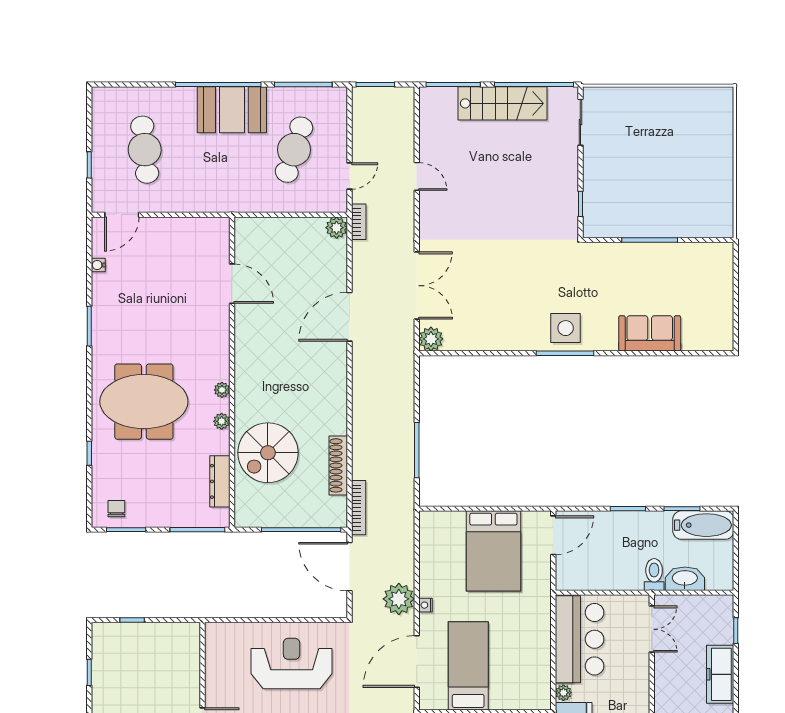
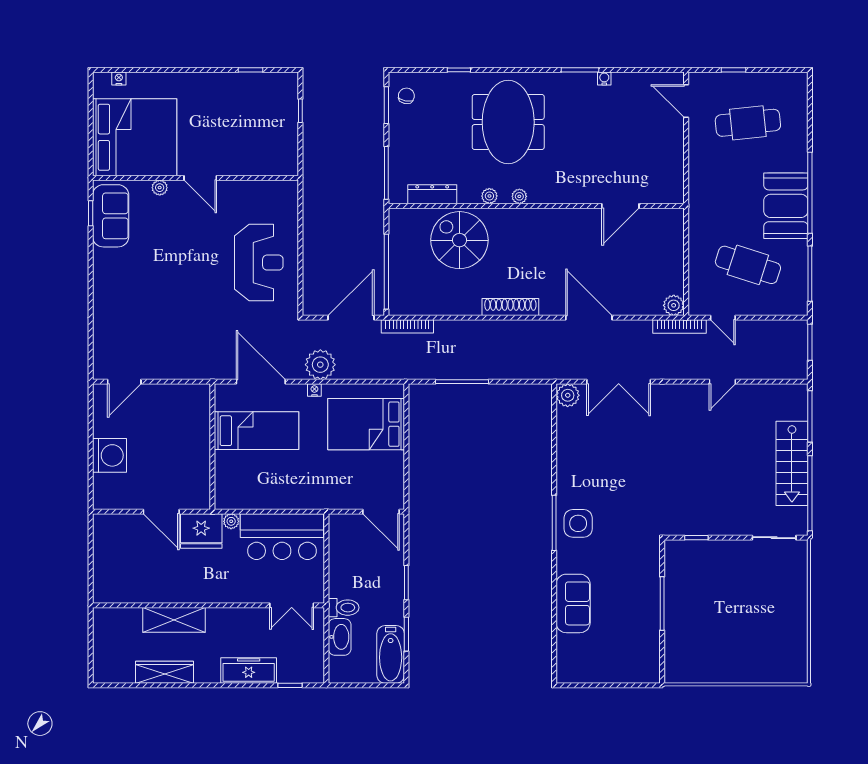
bookcase: (359, 222) -> (679, 327), width x1.56
water cooler: (98, 265) -> (604, 79), moved
shoe rack: (338, 465) -> (510, 307), moved
chair: (116, 509) -> (406, 96), turned -79
bed: (493, 551) -> (366, 424), moved

